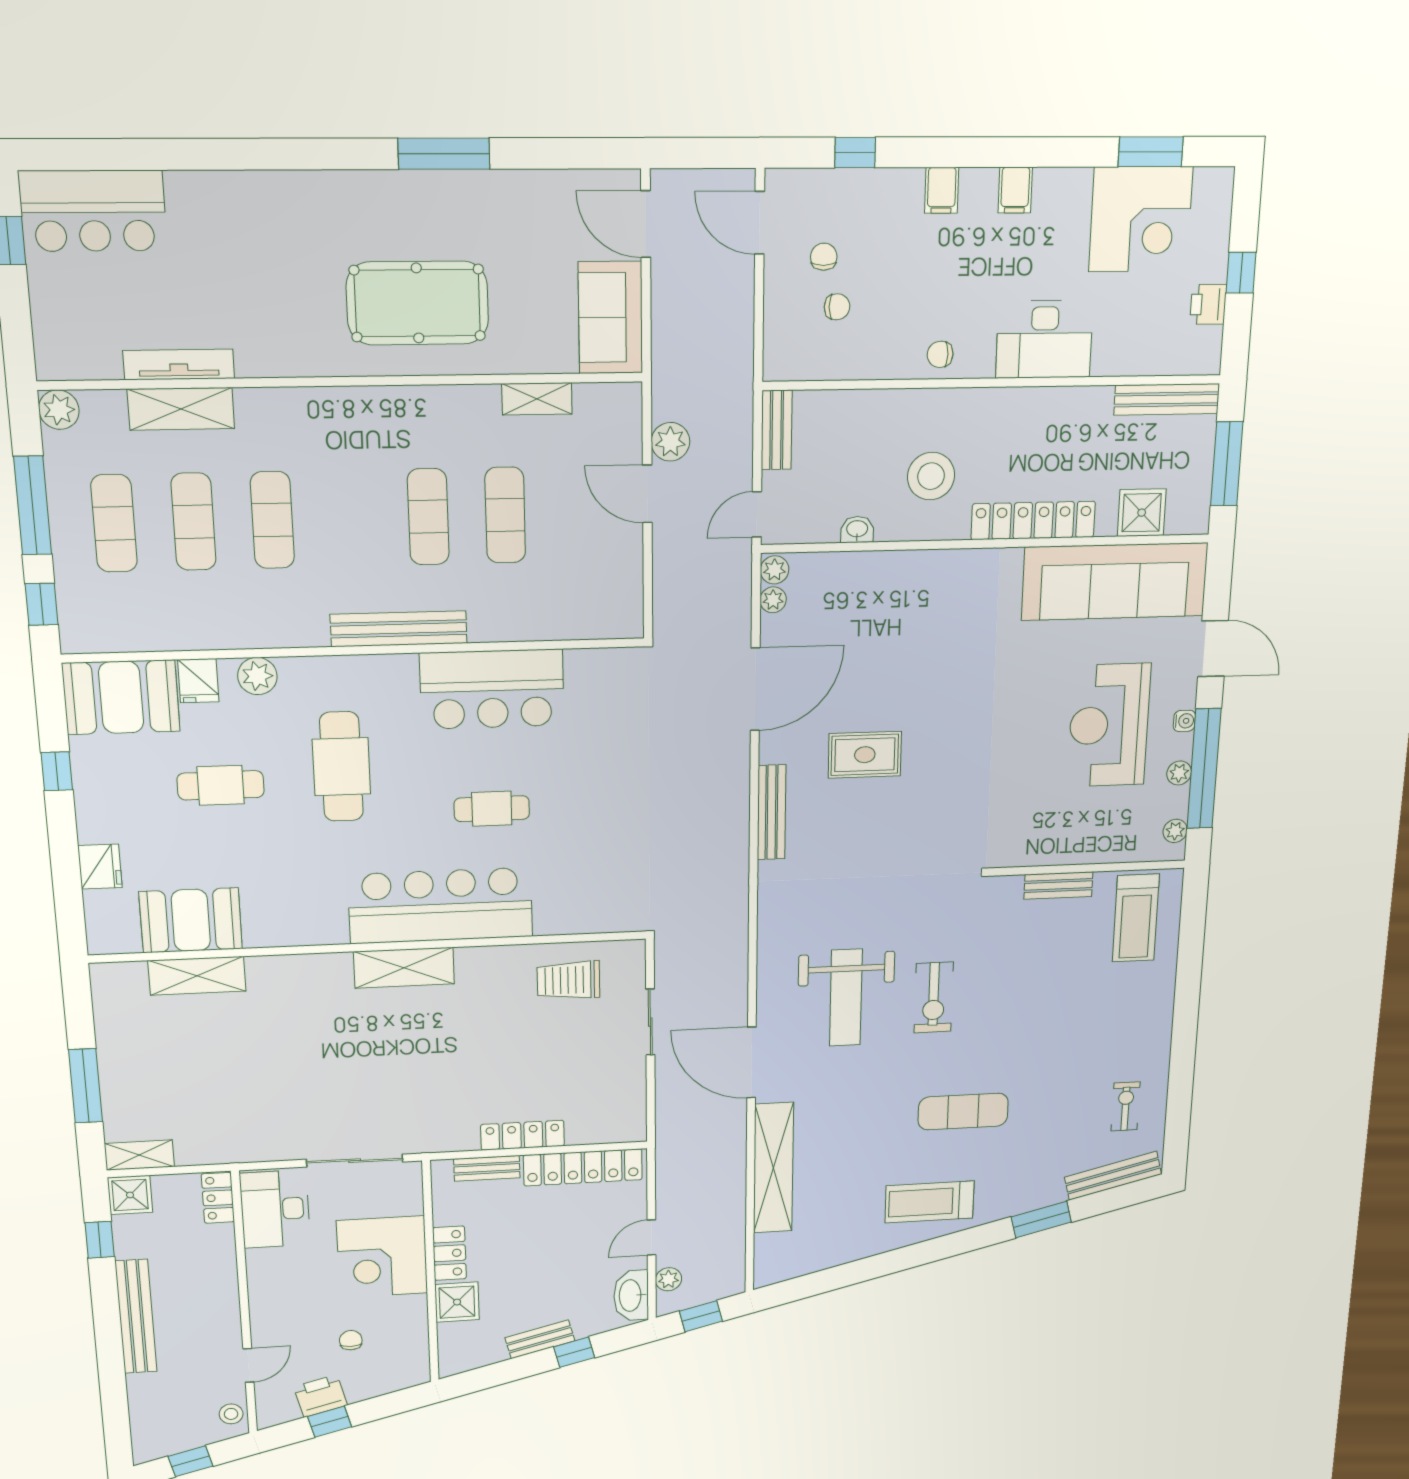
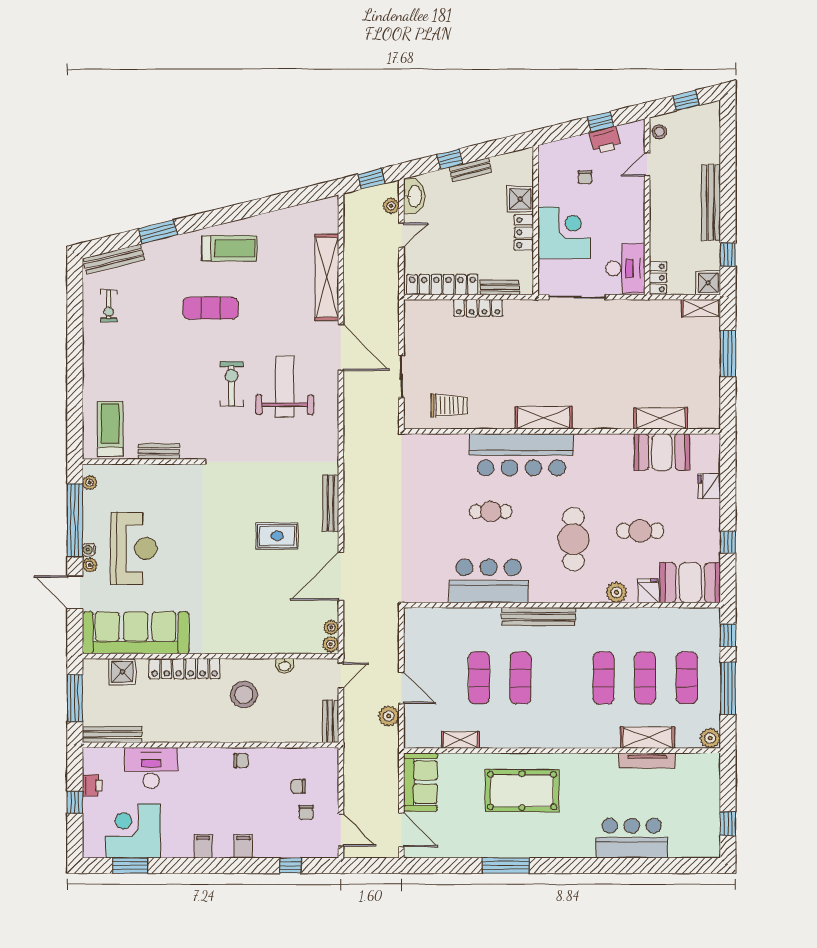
bar counter: (93, 211) -> (632, 838), moved
desk: (1044, 339) -> (151, 768), moved
plant: (1179, 773) -> (90, 565), moved

